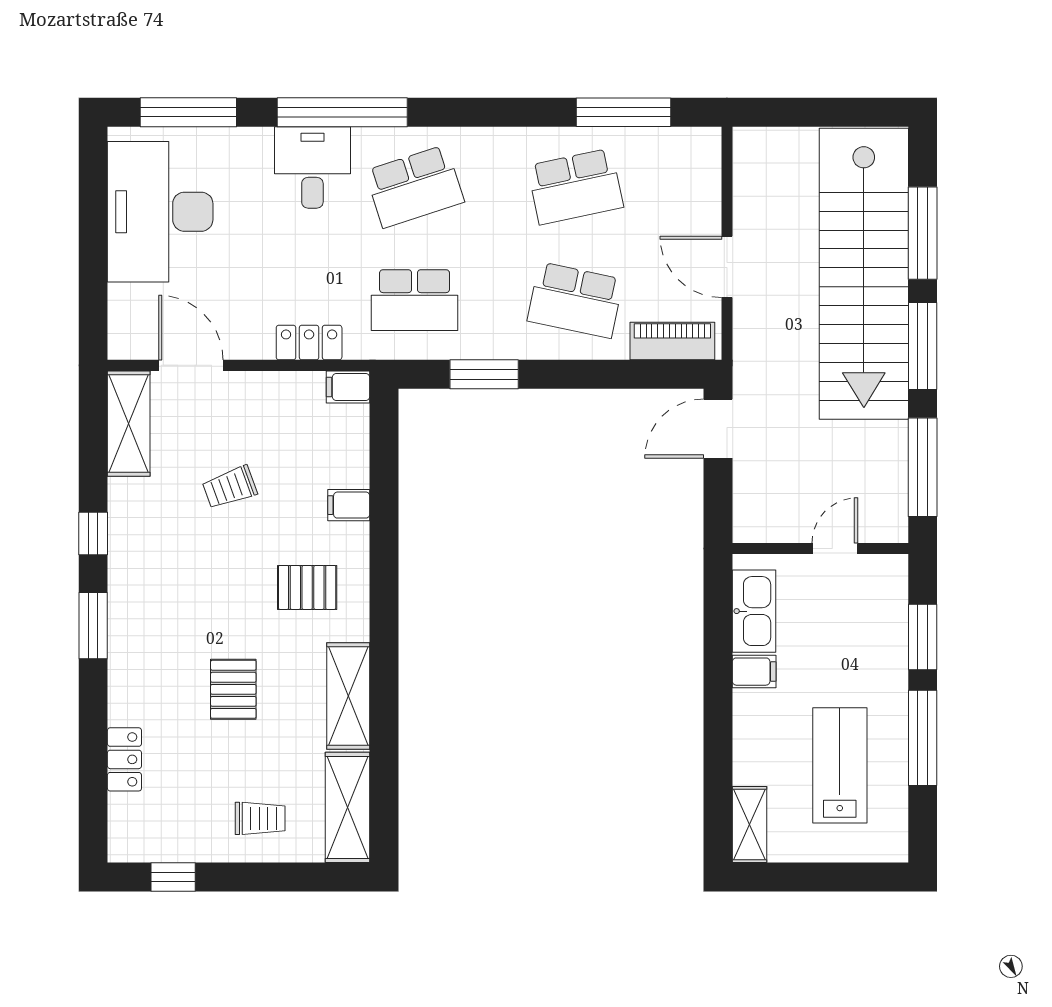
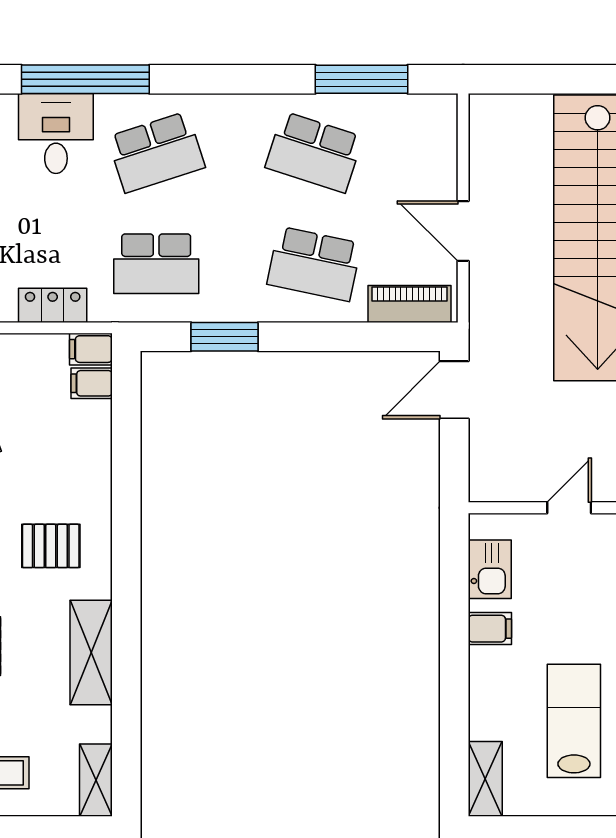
school desk: (575, 186) -> (314, 152), turned 30
filing cabinet: (349, 505) -> (92, 383), moved
kitchen sink: (754, 611) -> (490, 569), width x0.73
shelving: (348, 807) -> (96, 780), width x0.67, depth x0.75

